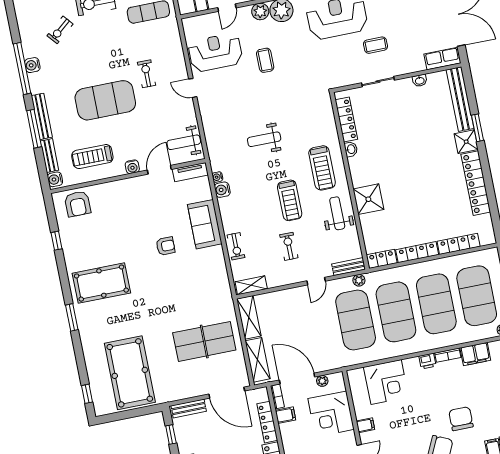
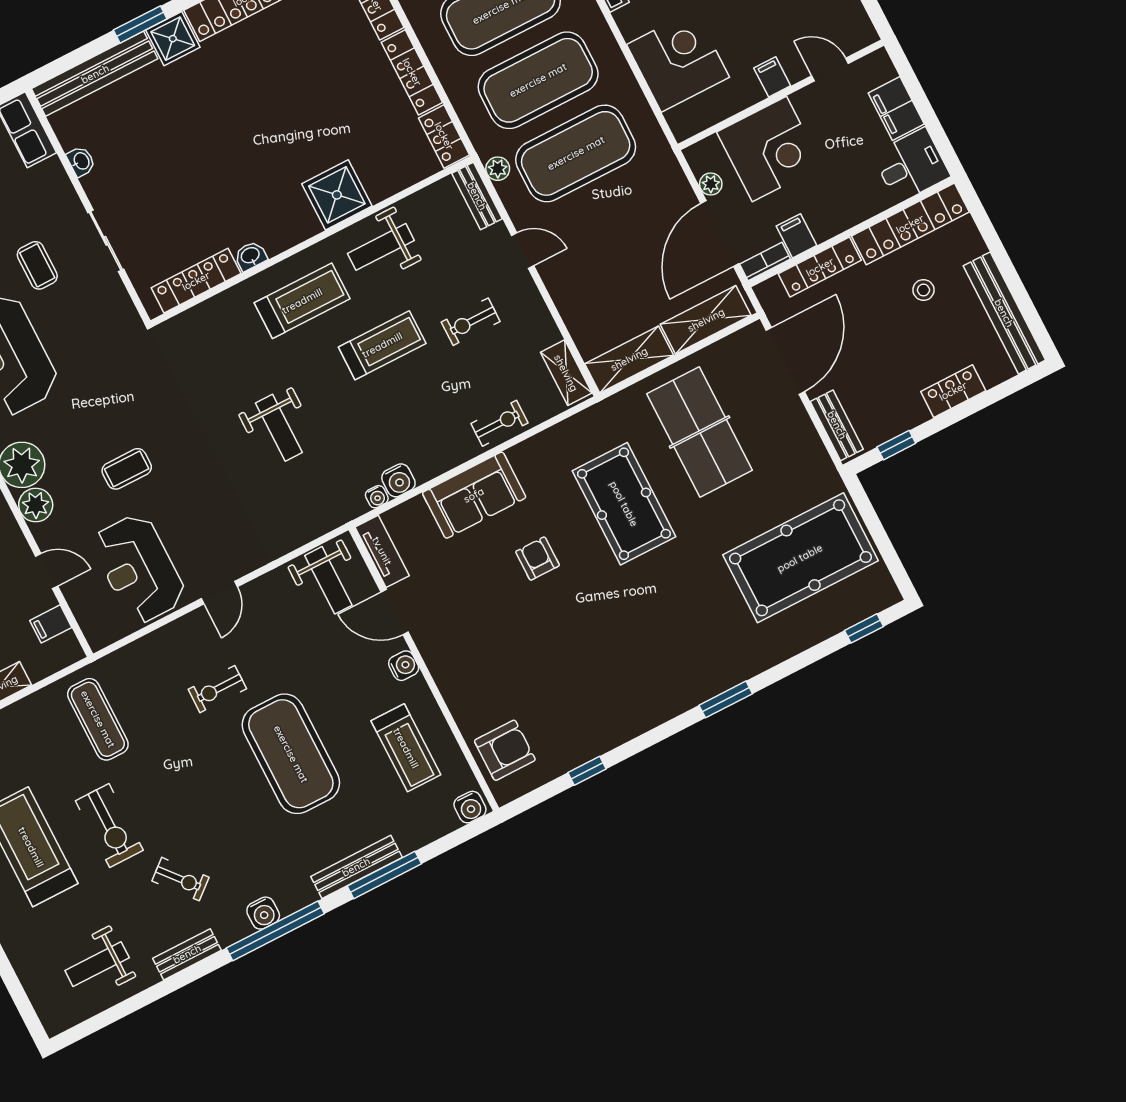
bench: (49, 156) -> (187, 954), moved
pool table: (101, 283) -> (624, 504), moved

